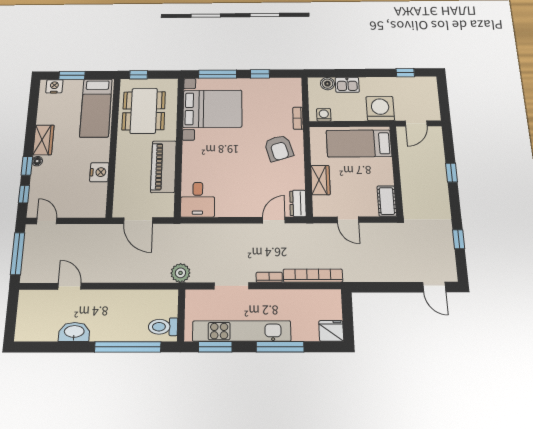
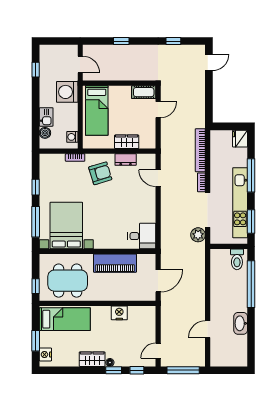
dresser: (298, 203) -> (126, 160), moved
door: (348, 220) -> (158, 110), moved
plant: (180, 273) -> (198, 235), moved
doorway: (232, 286) -> (208, 210), width x1.36

